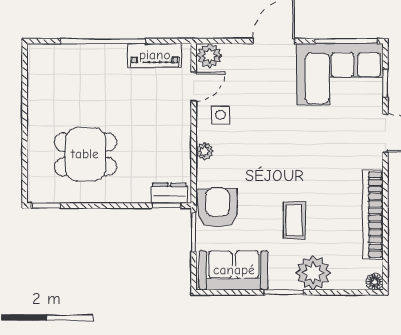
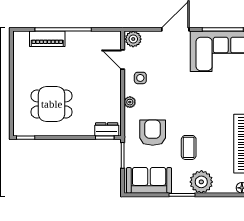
piano: (155, 55) -> (47, 39), moved
door: (194, 87) -> (123, 59), swing flipped
armchair: (218, 208) -> (153, 133), moved

